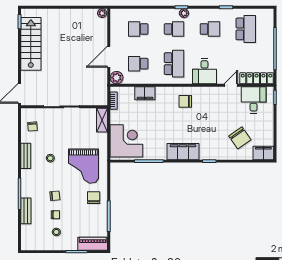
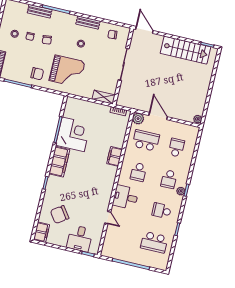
school desk: (210, 29) -> (162, 211), turned 90
school desk: (138, 64) -> (146, 140), width x1.85
school desk: (174, 64) -> (138, 172), width x0.54
locker: (257, 78) -> (109, 242), removed
filing cabinet: (145, 93) -> (115, 156), moved
desk: (254, 100) -> (80, 238), moved, turned 90
chair: (185, 101) -> (103, 174), removed
corner desk: (126, 141) -> (73, 134), moved, turned -90
grand piano: (83, 166) -> (67, 71), turned 180

